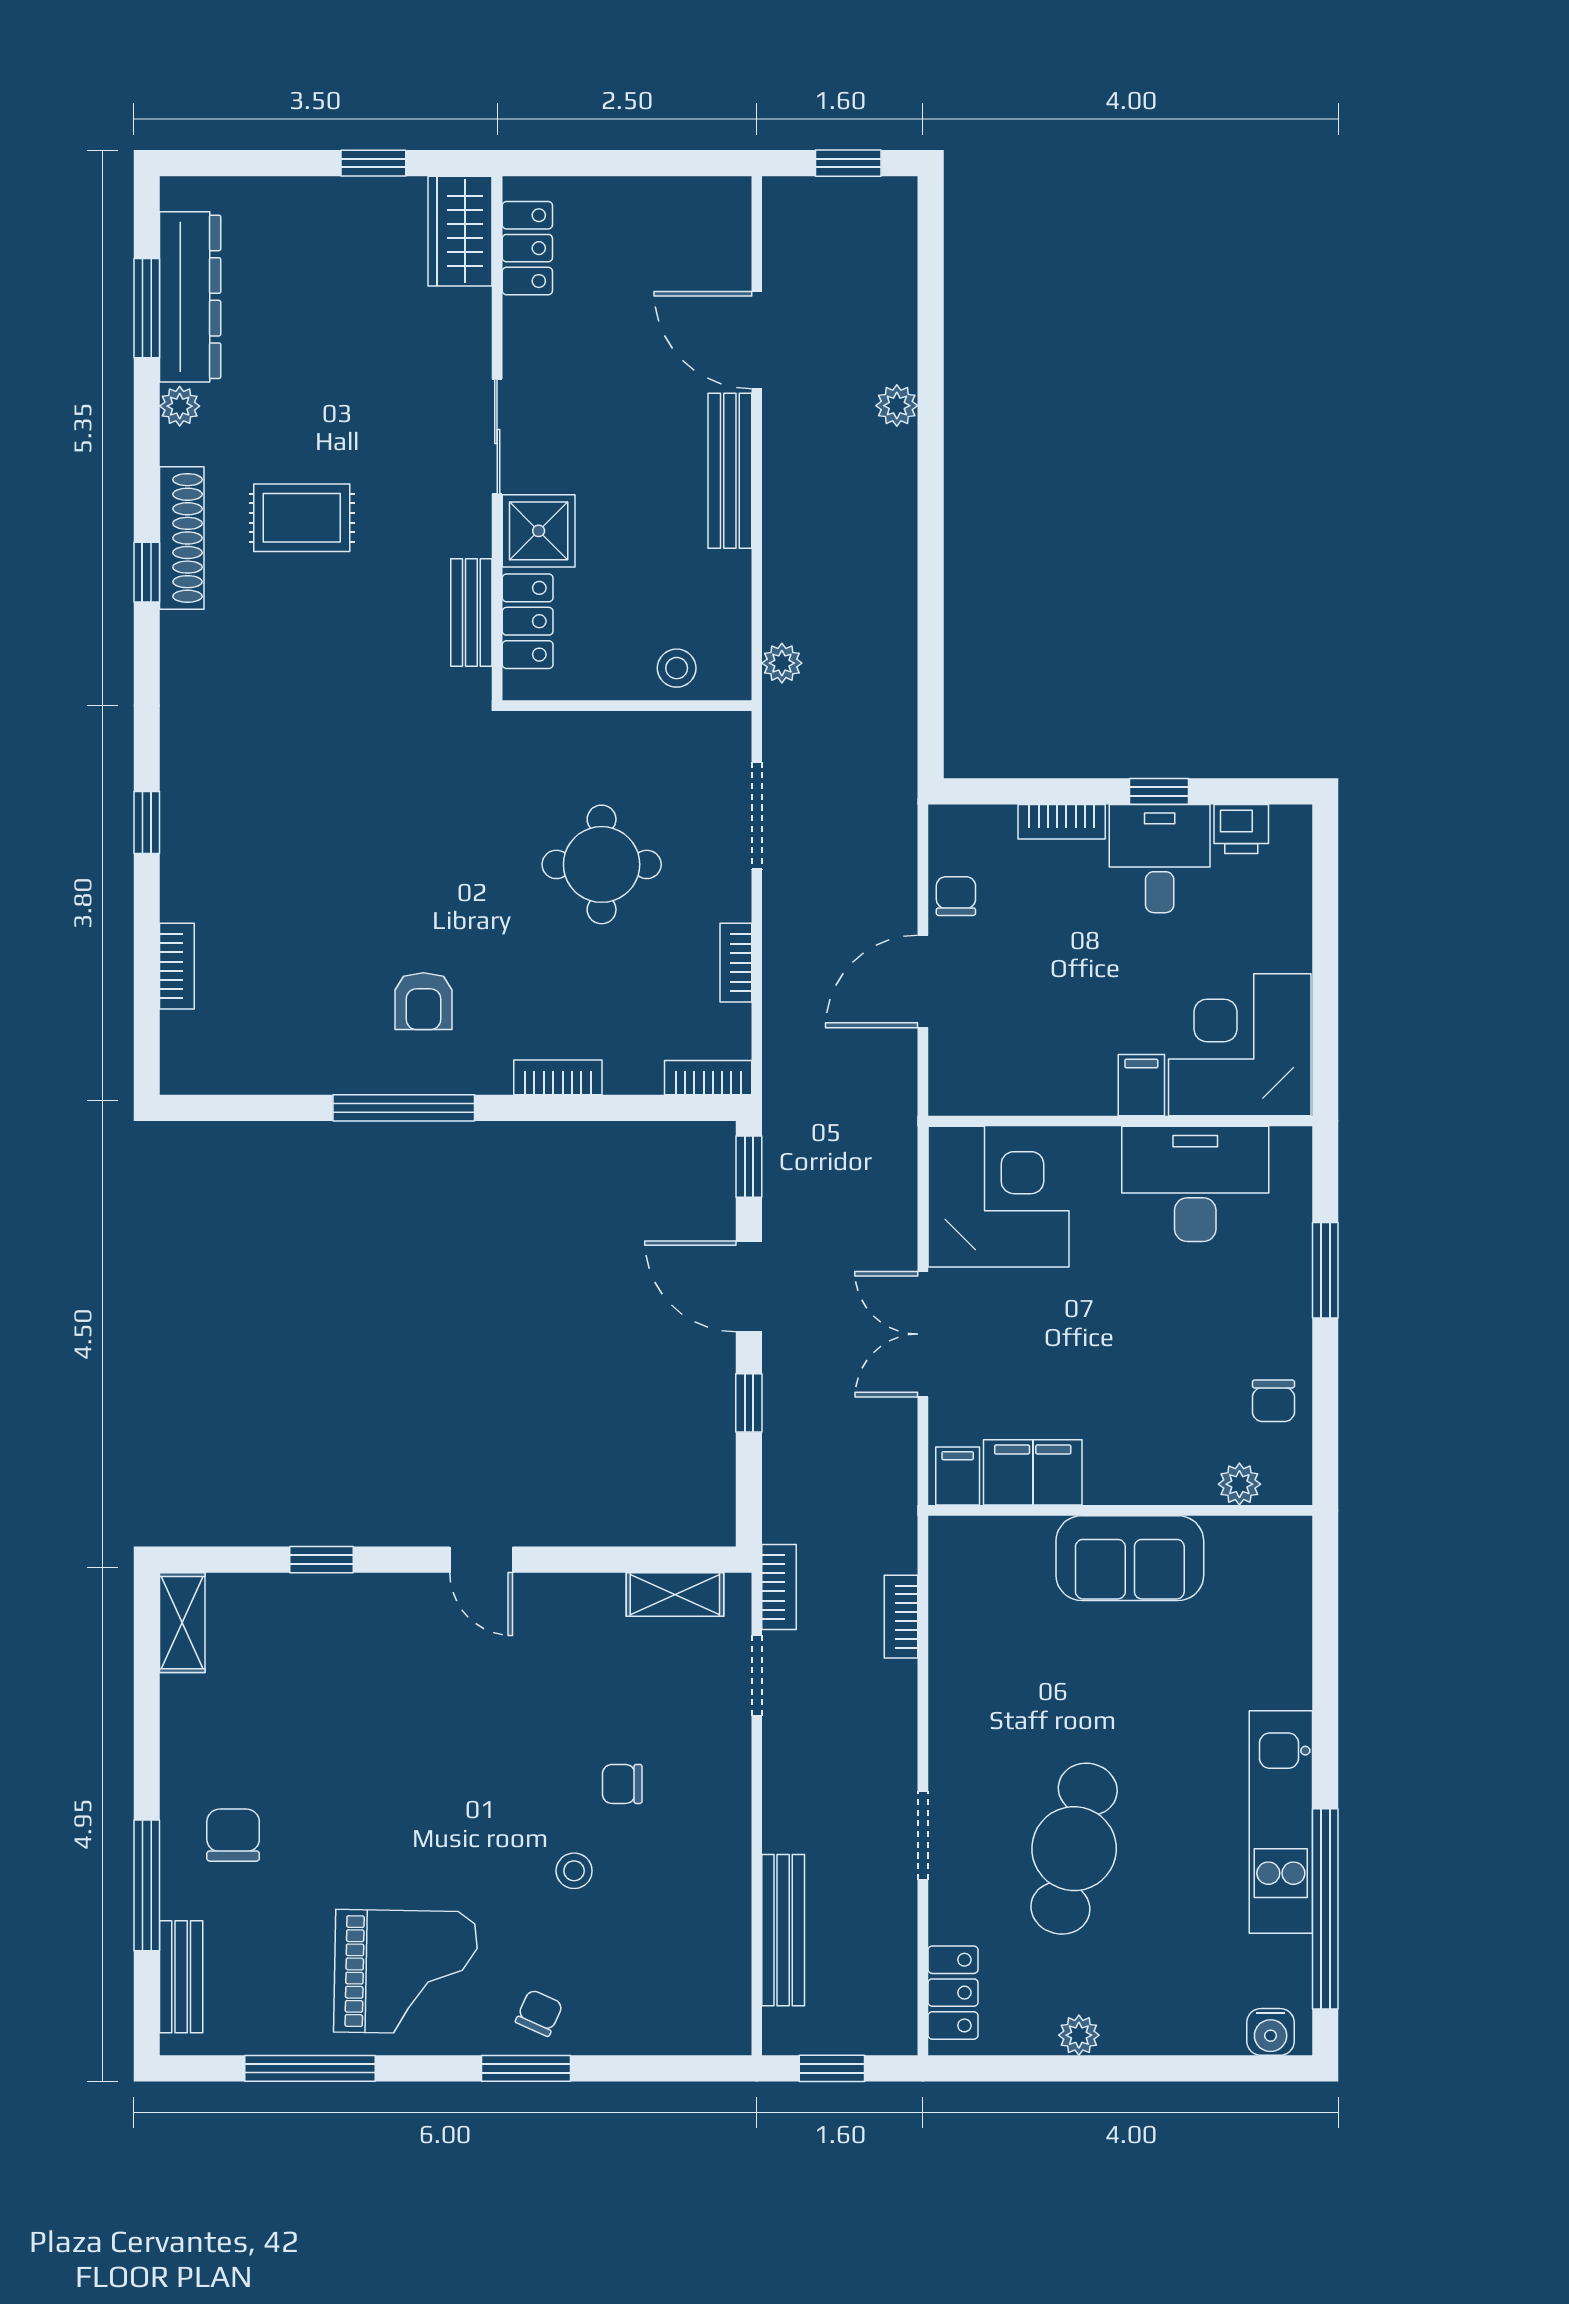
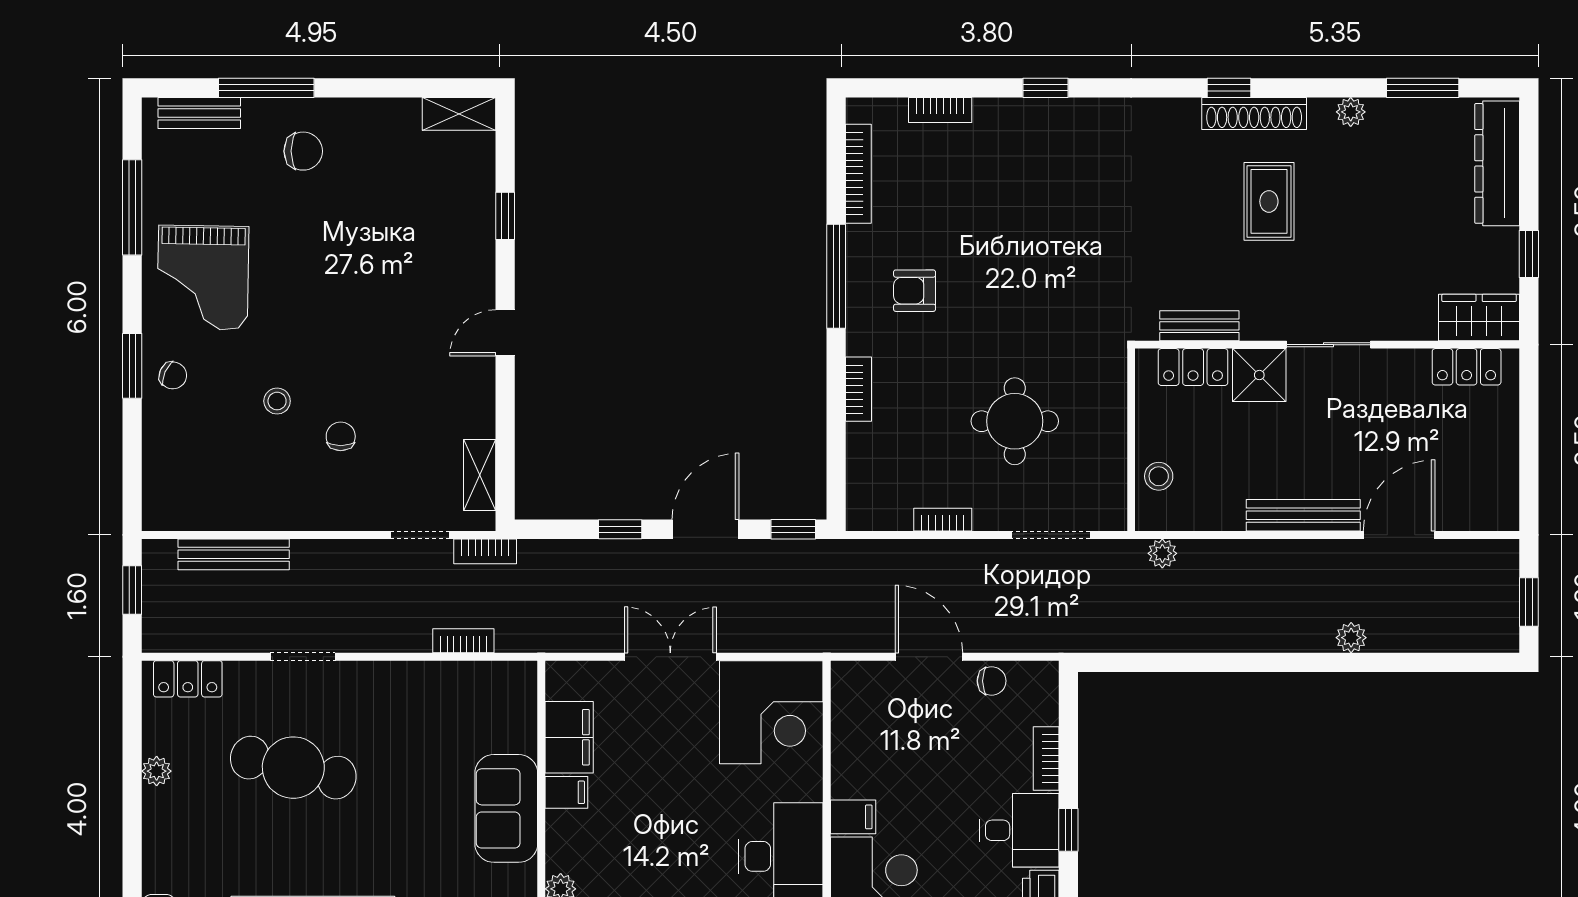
dresser: (190, 297) -> (1497, 163), moved, turned 90
bookcase: (708, 1078) -> (858, 174), moved, width x1.56
filing cabinet: (958, 1476) -> (566, 792), moved

